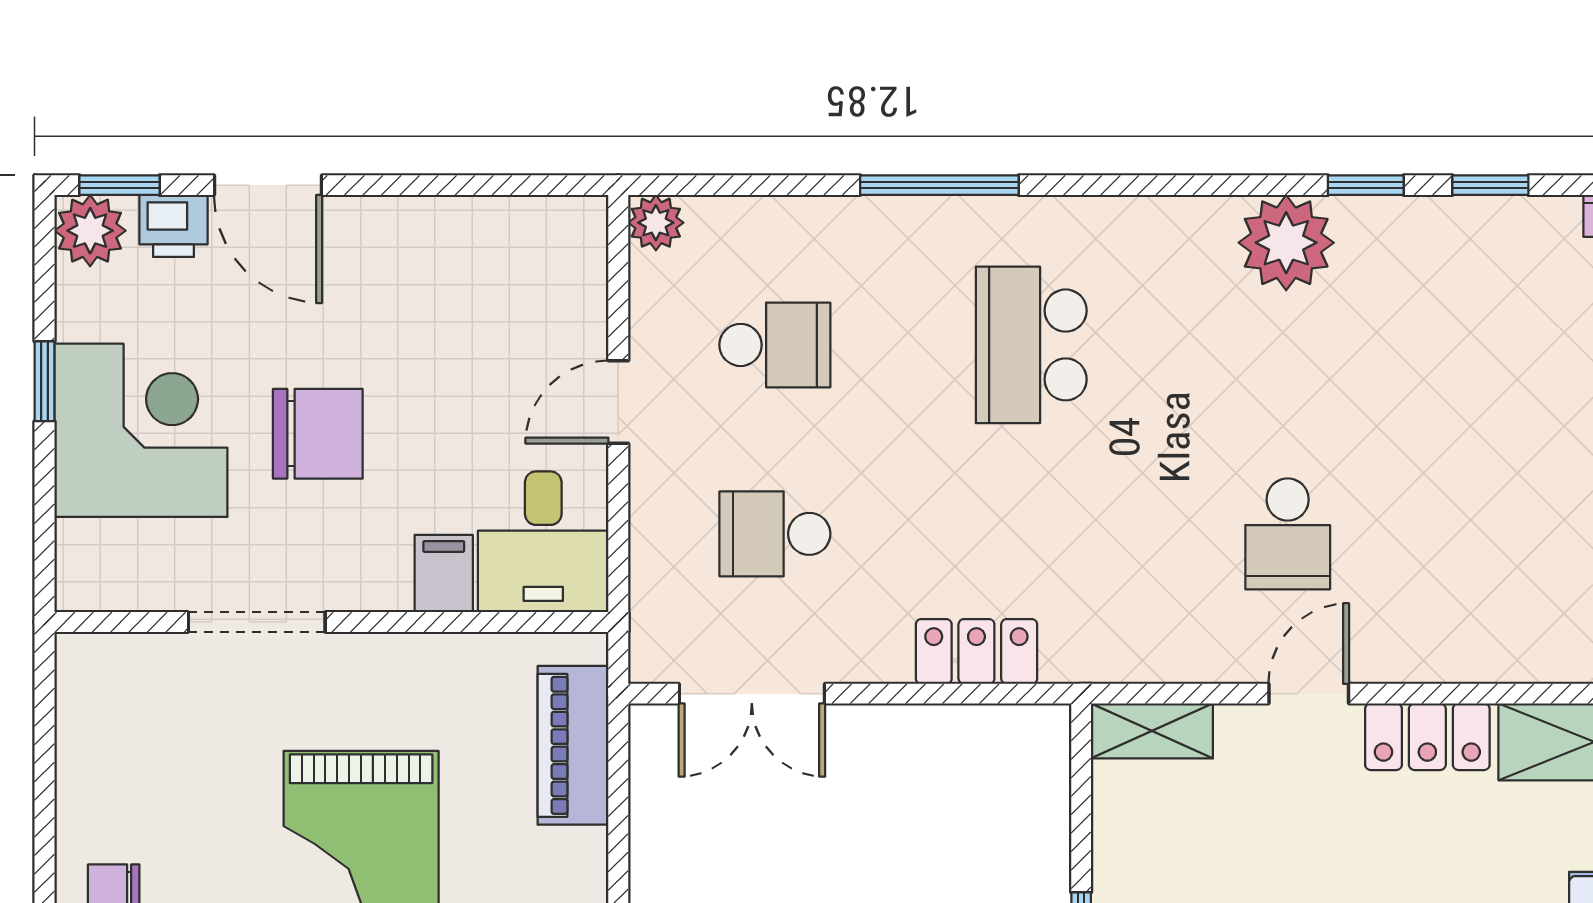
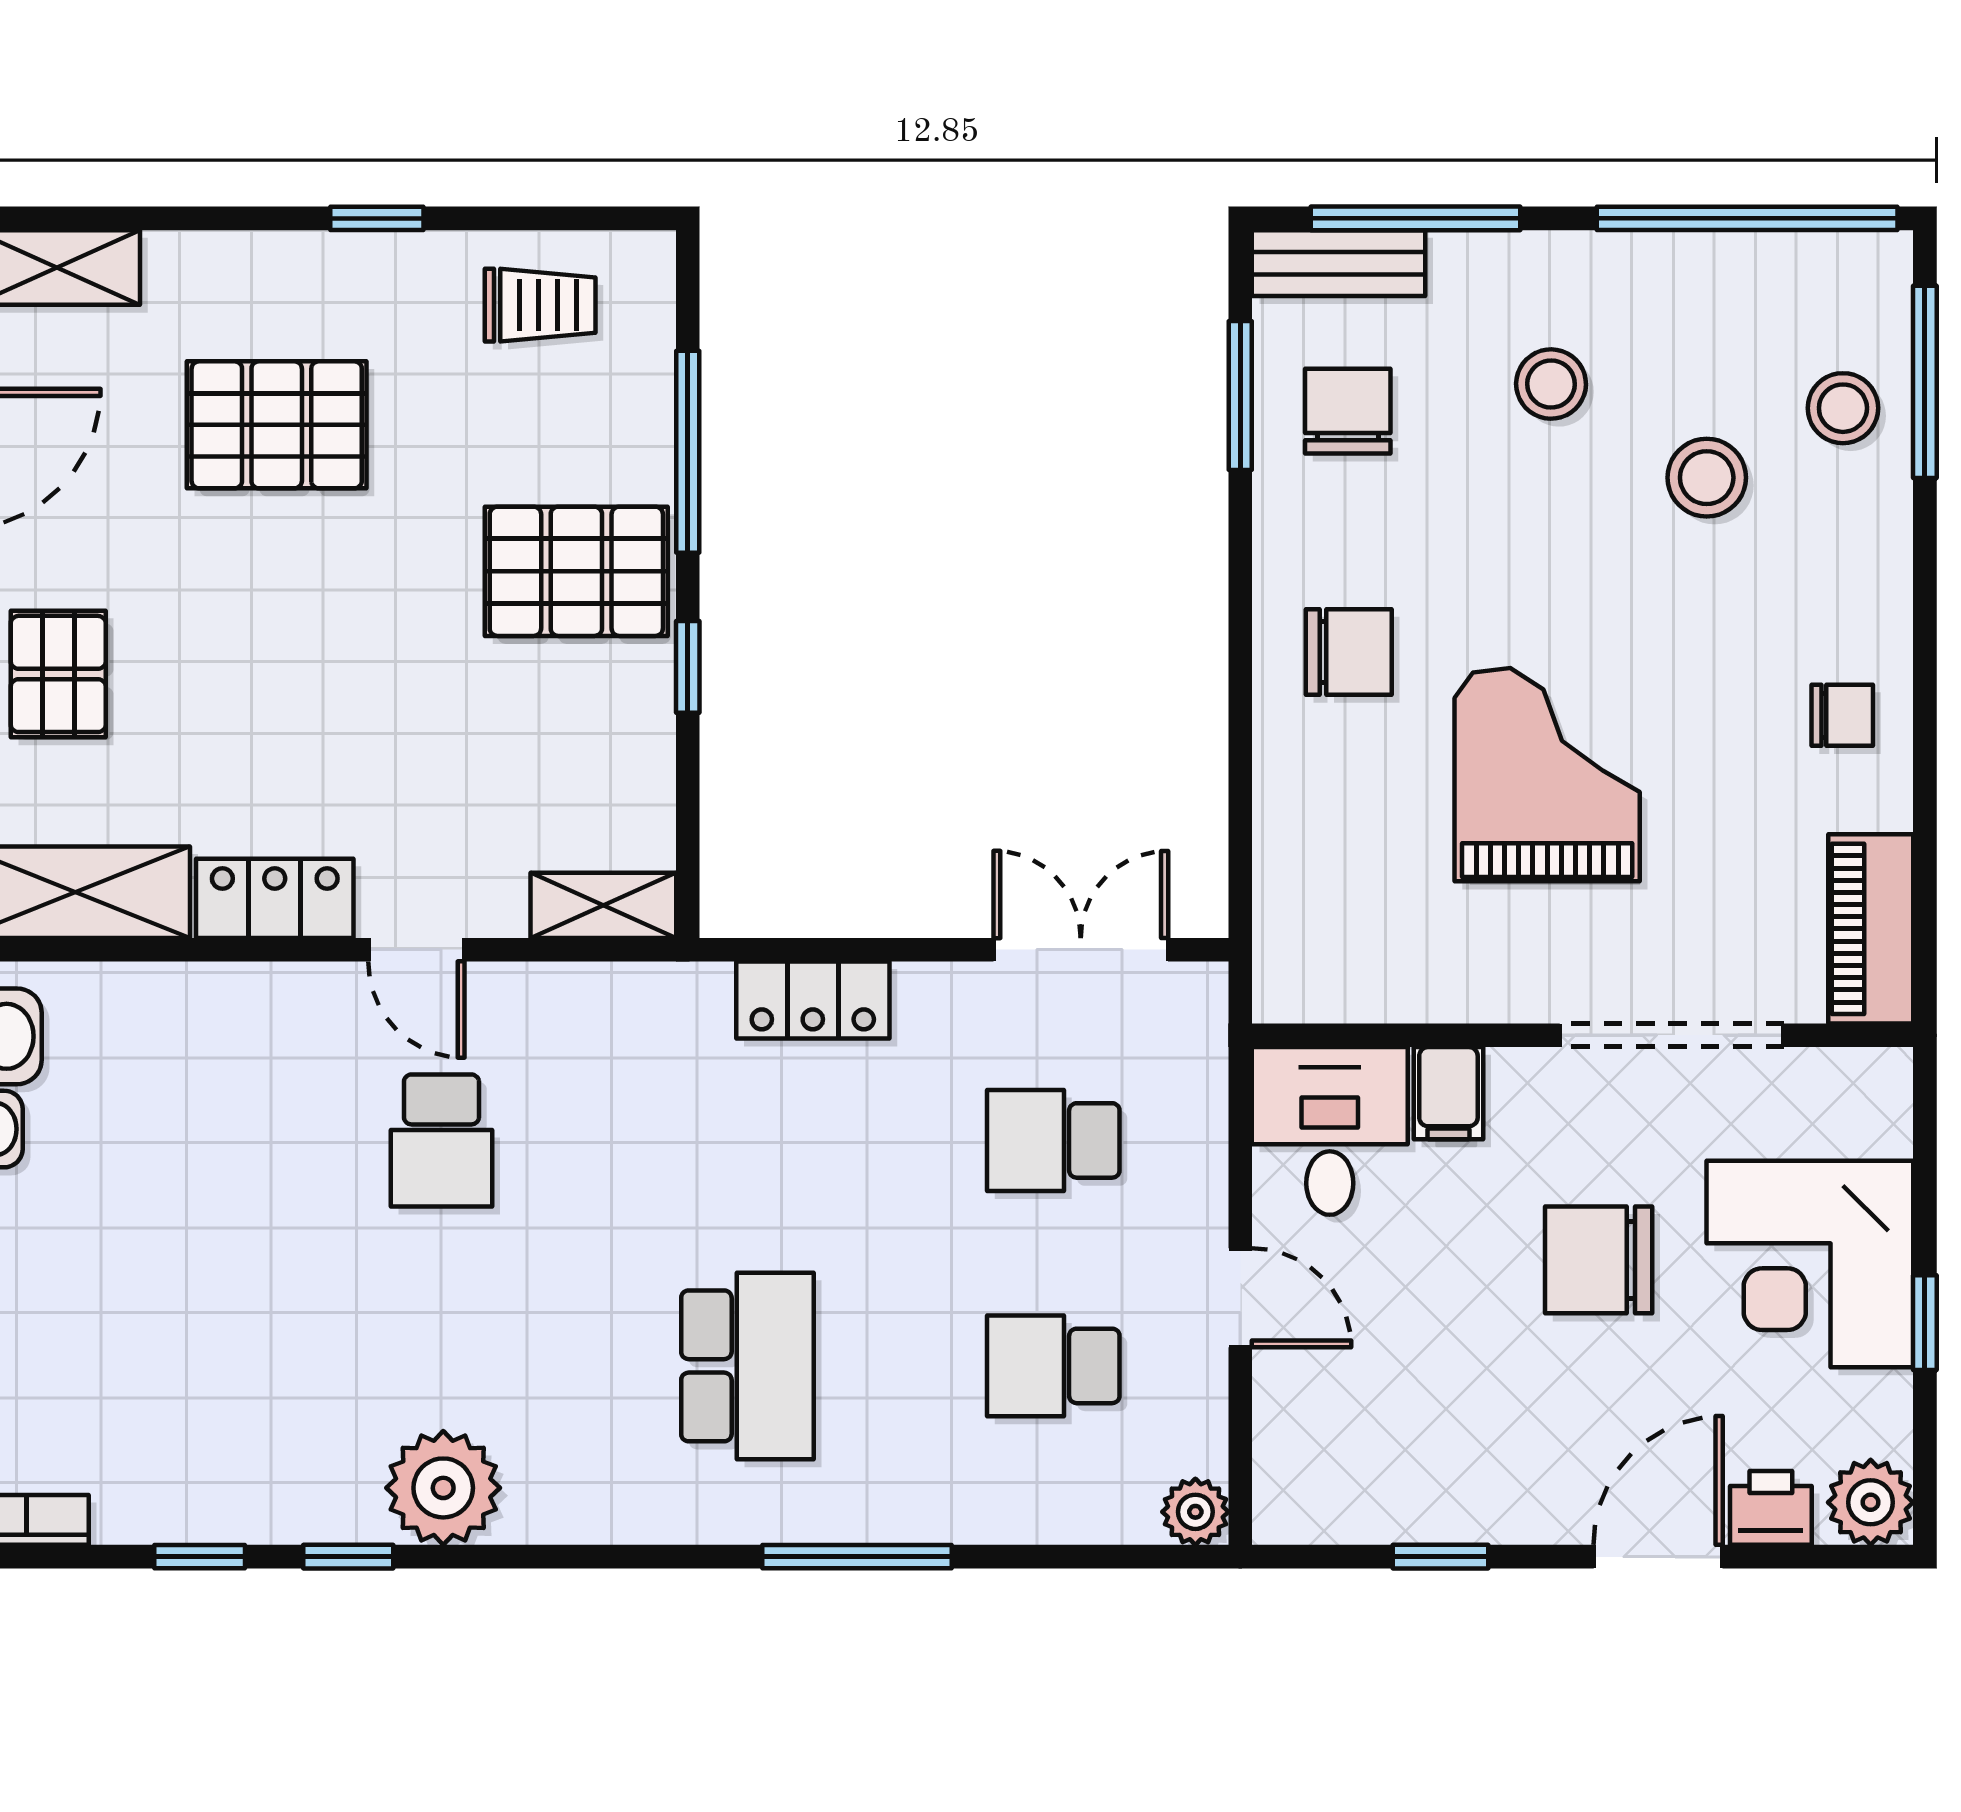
window: (120, 185) -> (1440, 1557), moved
door: (268, 185) -> (1658, 1557), hinge flipped
door: (618, 402) -> (1240, 1298), hinge flipped
school desk: (775, 534) -> (1053, 1140), turned 180
school desk: (1288, 534) -> (441, 1140), turned 180
doorway: (257, 622) -> (1672, 1035), width x1.36
door: (1309, 694) -> (416, 950), hinge flipped
piano: (573, 745) -> (1871, 929), moved, turned 180

